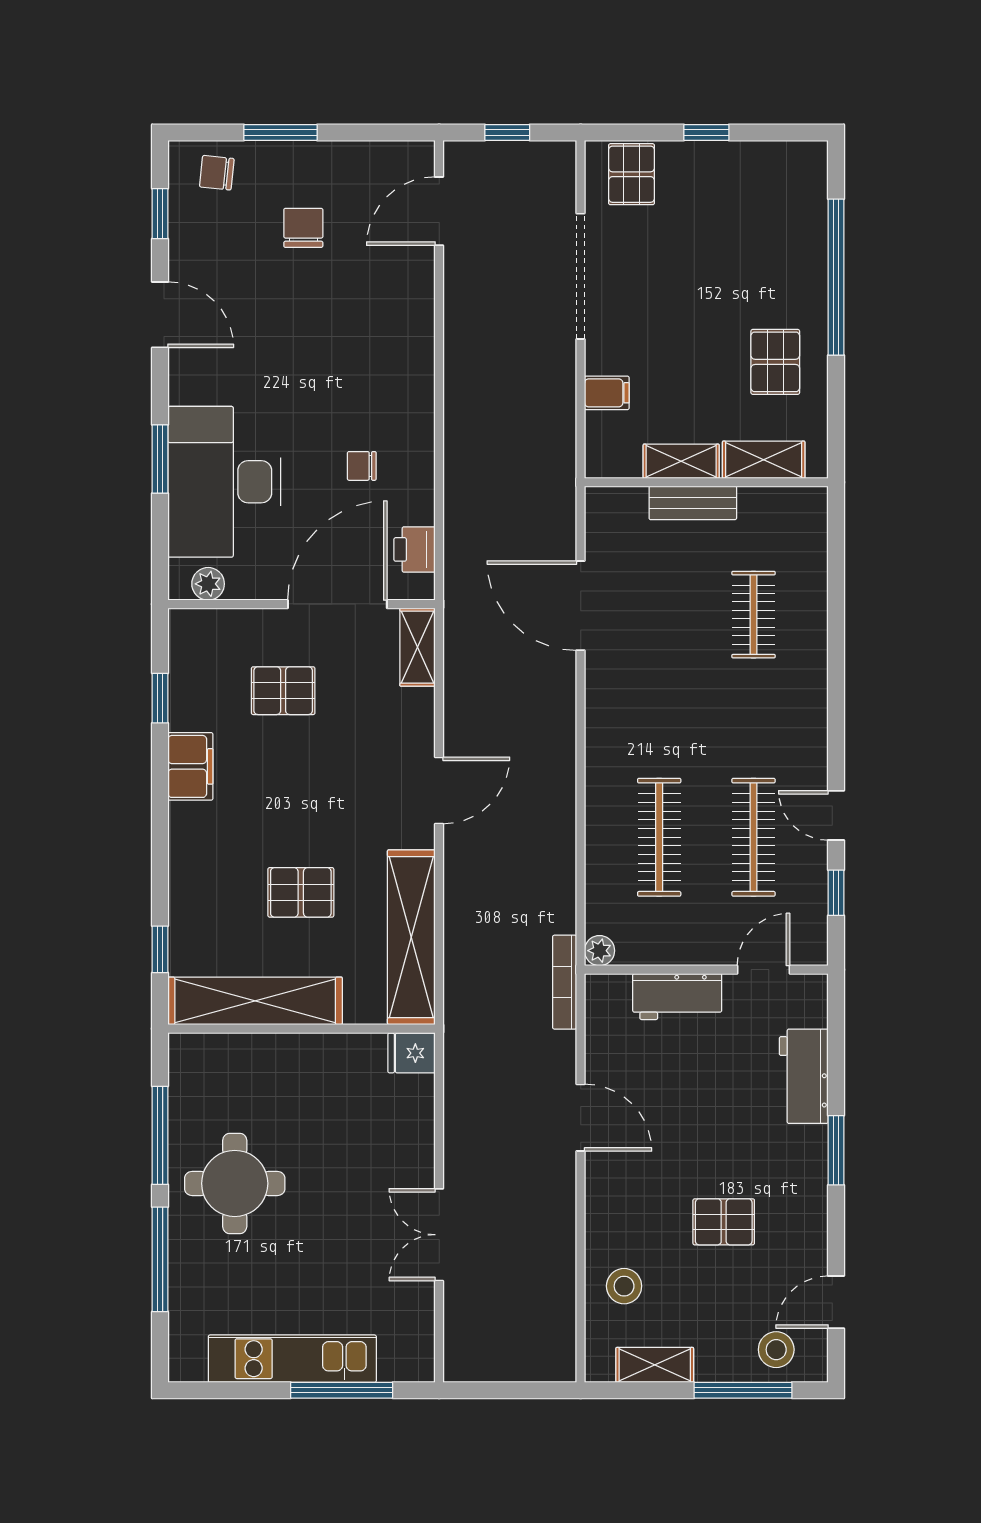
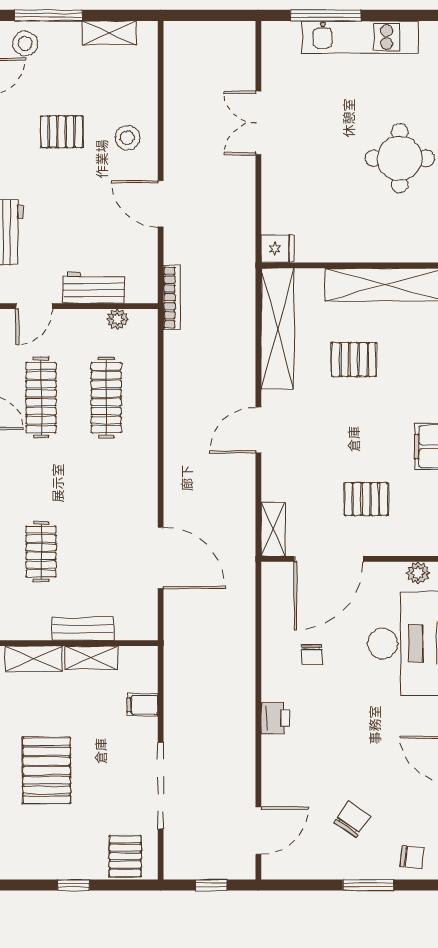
chair: (303, 228) -> (352, 819), turned -146
pallet: (775, 362) -> (47, 771), moved, width x1.50, depth x1.42
chair: (362, 466) -> (312, 654), turned 90
printer: (415, 549) -> (275, 718), moved
plant: (600, 951) -> (117, 319), moved
double door: (439, 1235) -> (258, 123), swing flipped
stool: (624, 1286) -> (127, 138), moved

